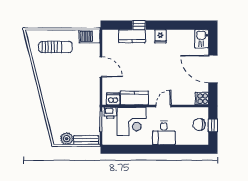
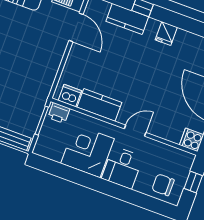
door: (101, 67) -> (76, 27), moved
corner desk: (132, 121) -> (87, 151), moved, turned 180
chair: (199, 124) -> (163, 185), moved

